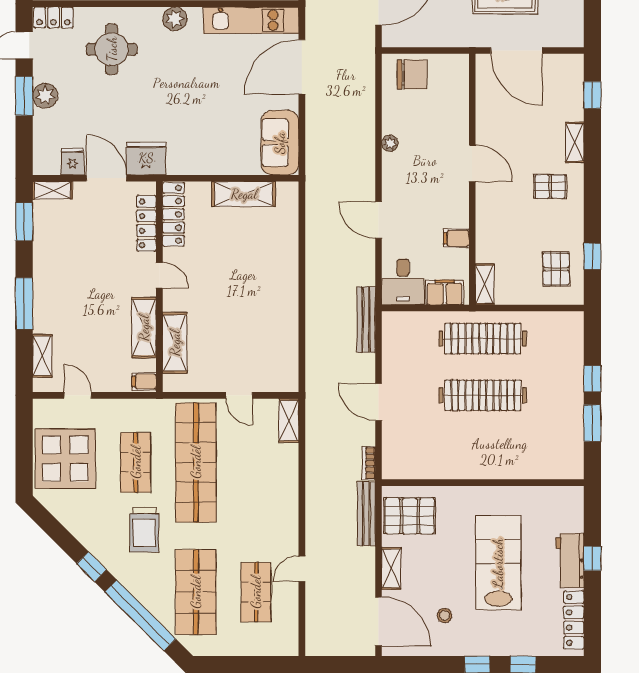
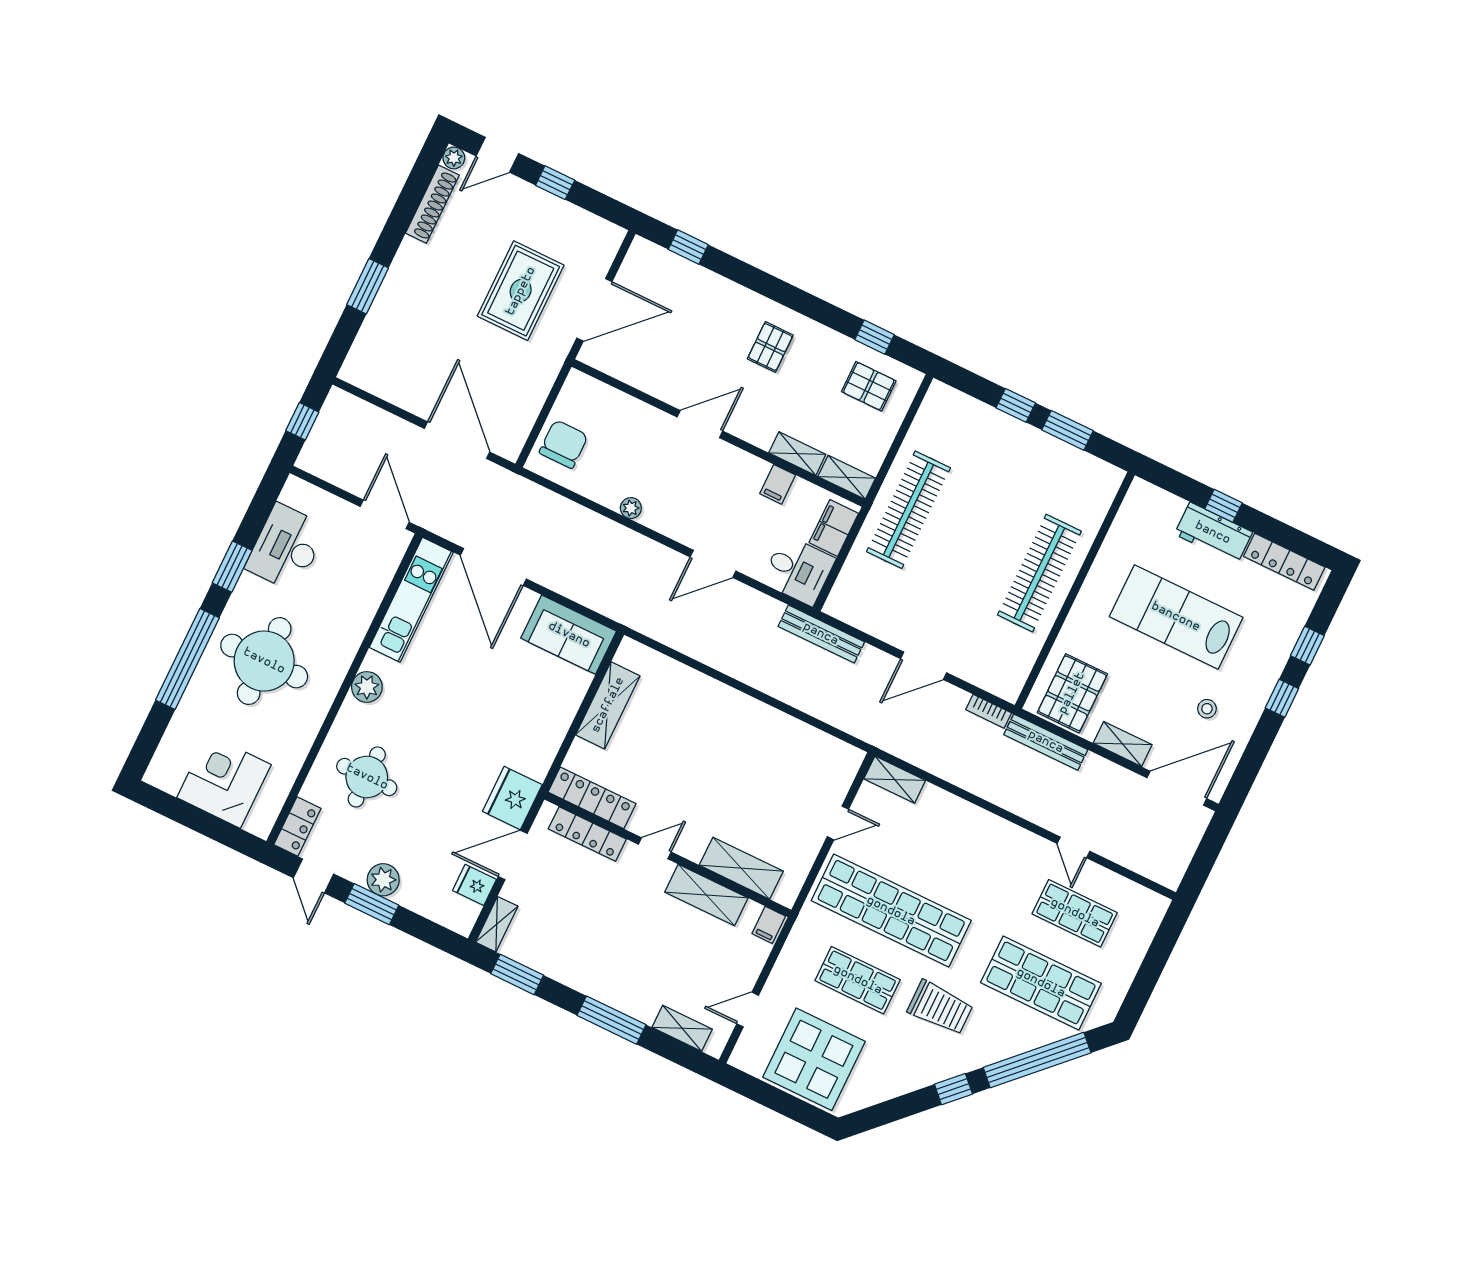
shelving: (575, 143) -> (797, 454), moved
clothes rail: (483, 395) -> (1039, 573), moved

